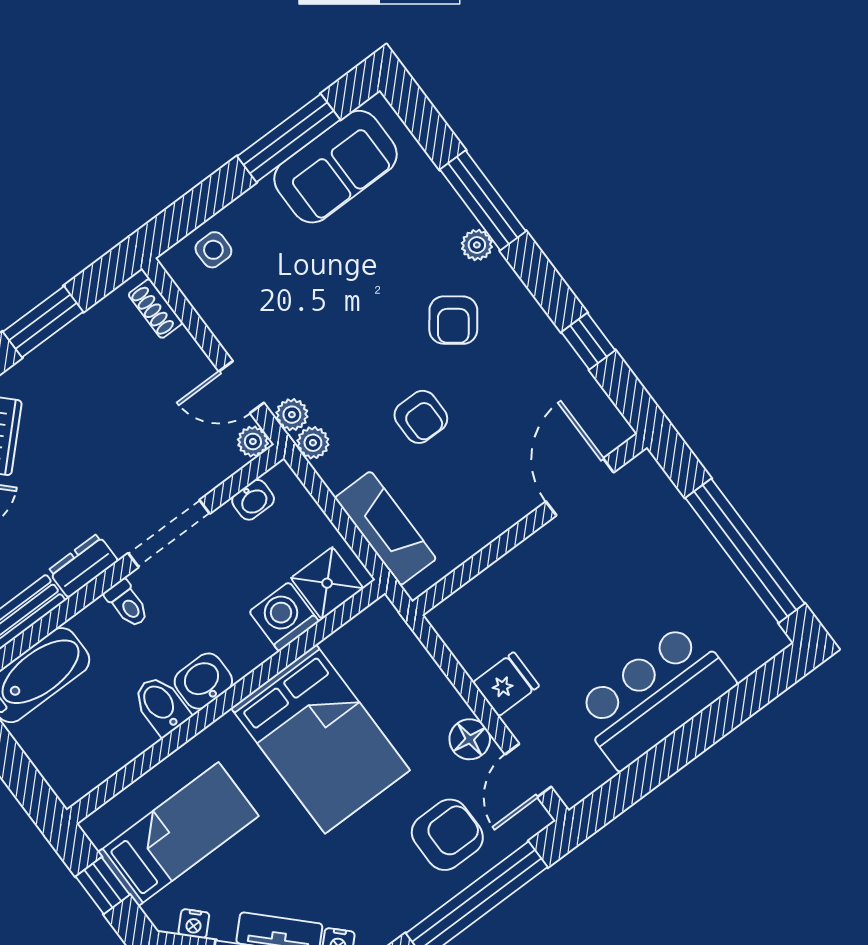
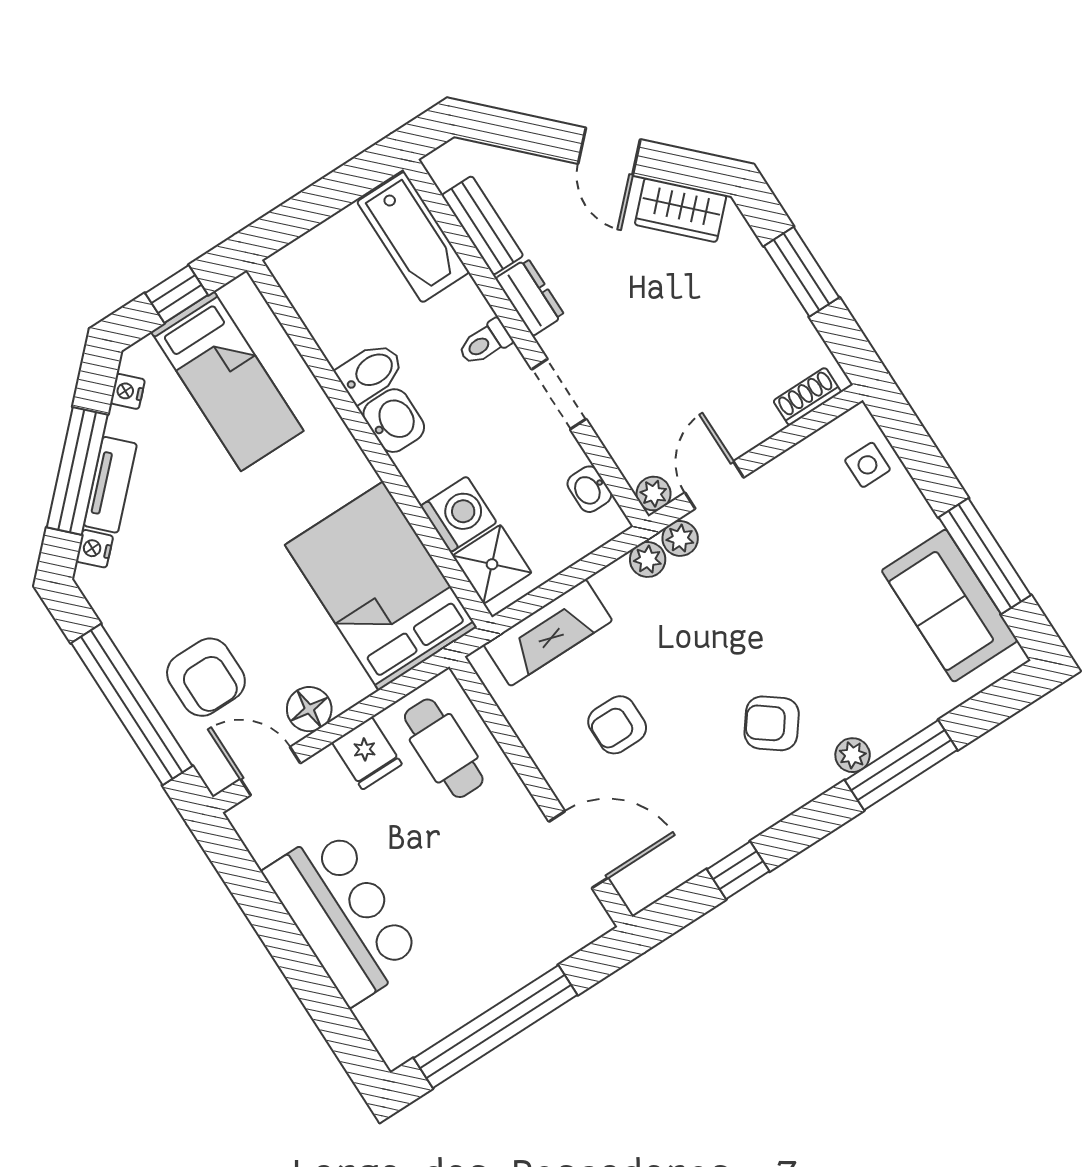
armchair: (421, 417) -> (617, 725), moved
doorway: (169, 533) -> (559, 394), width x0.73
cafe table: (497, 615) -> (444, 748), added
bed: (321, 739) -> (381, 586), moved, turned 90

